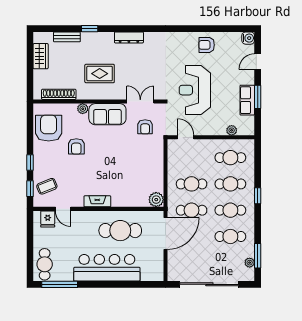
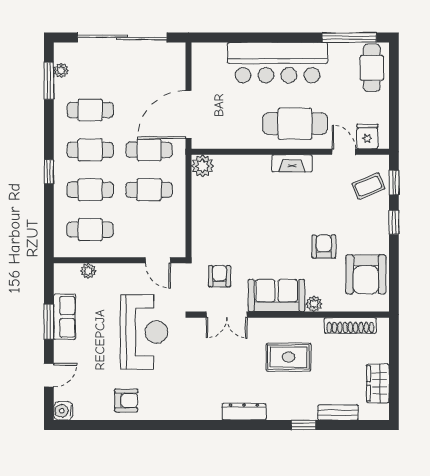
cafe table: (120, 231) -> (295, 124), moved

